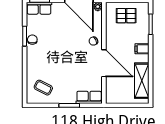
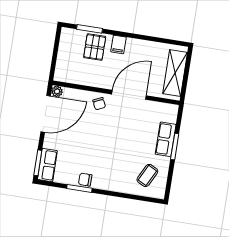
pallet: (126, 16) -> (95, 47), moved
shelving: (142, 81) -> (175, 73), moved, turned 90
row of seats: (89, 97) -> (166, 139), moved

